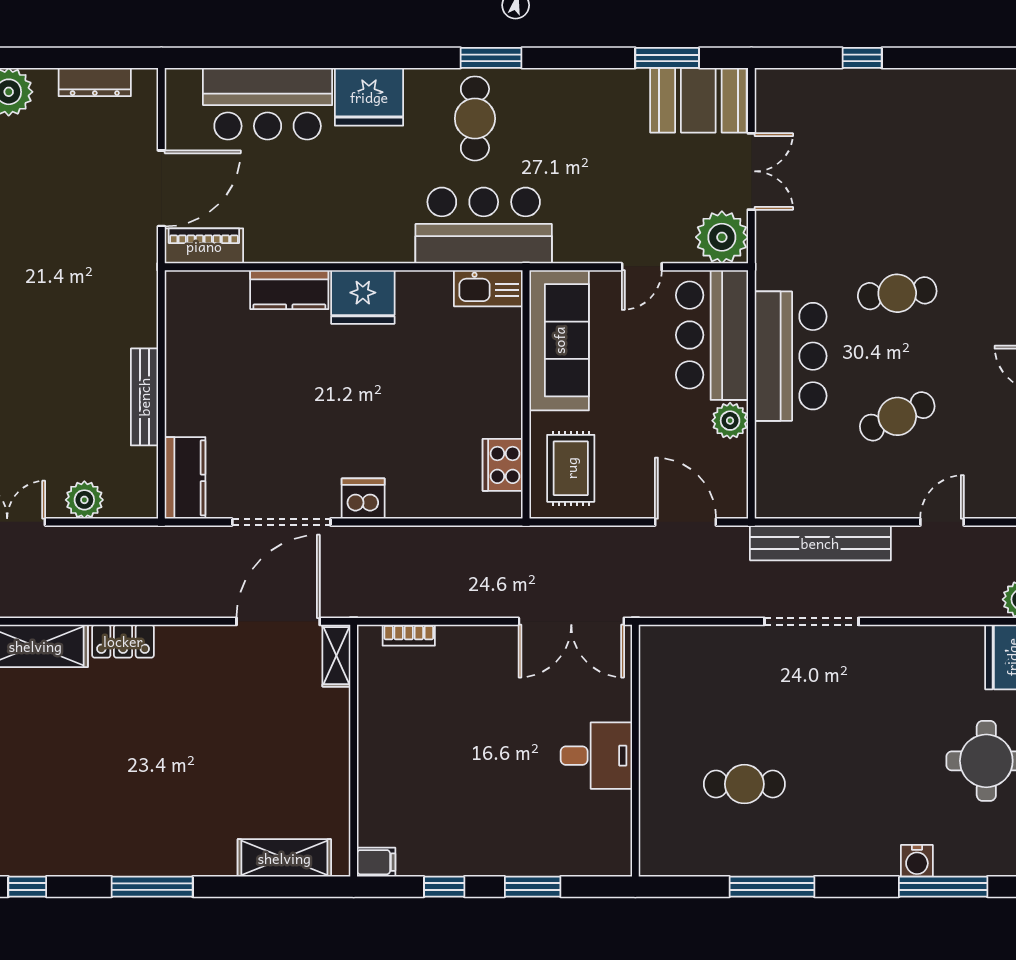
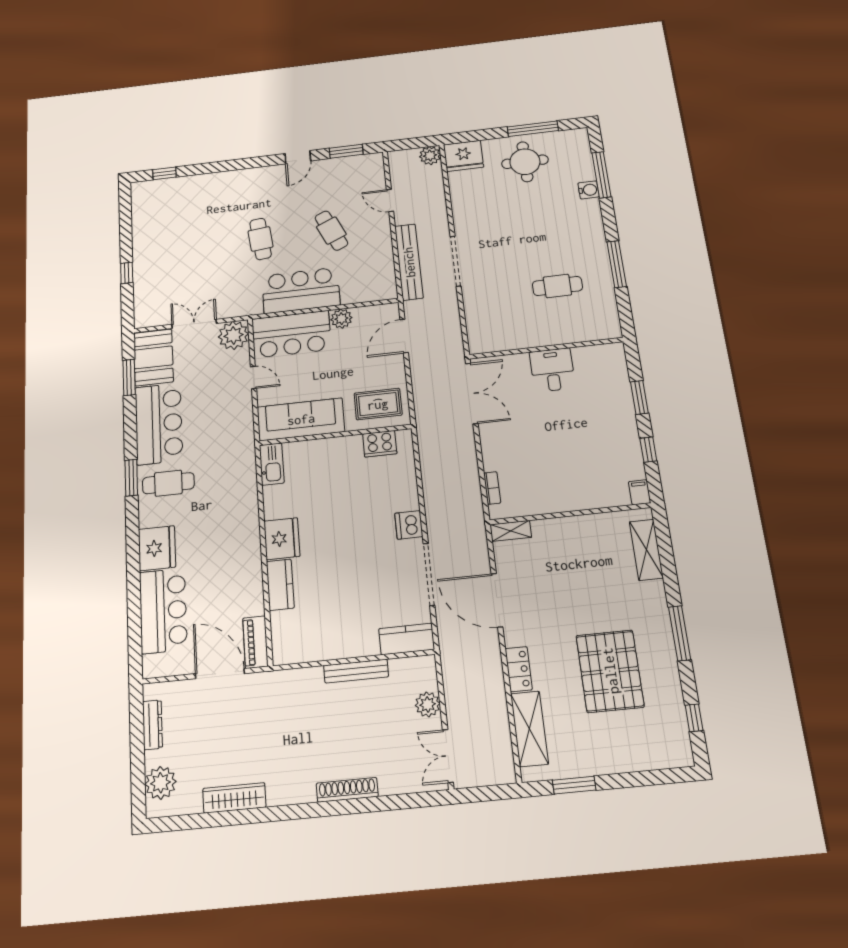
bar counter: (484, 225) -> (159, 424), moved, turned 180
door: (278, 621) -> (497, 600), moved
pallet: (107, 775) -> (610, 671), added
cafe table: (744, 784) -> (557, 286), turned 90

